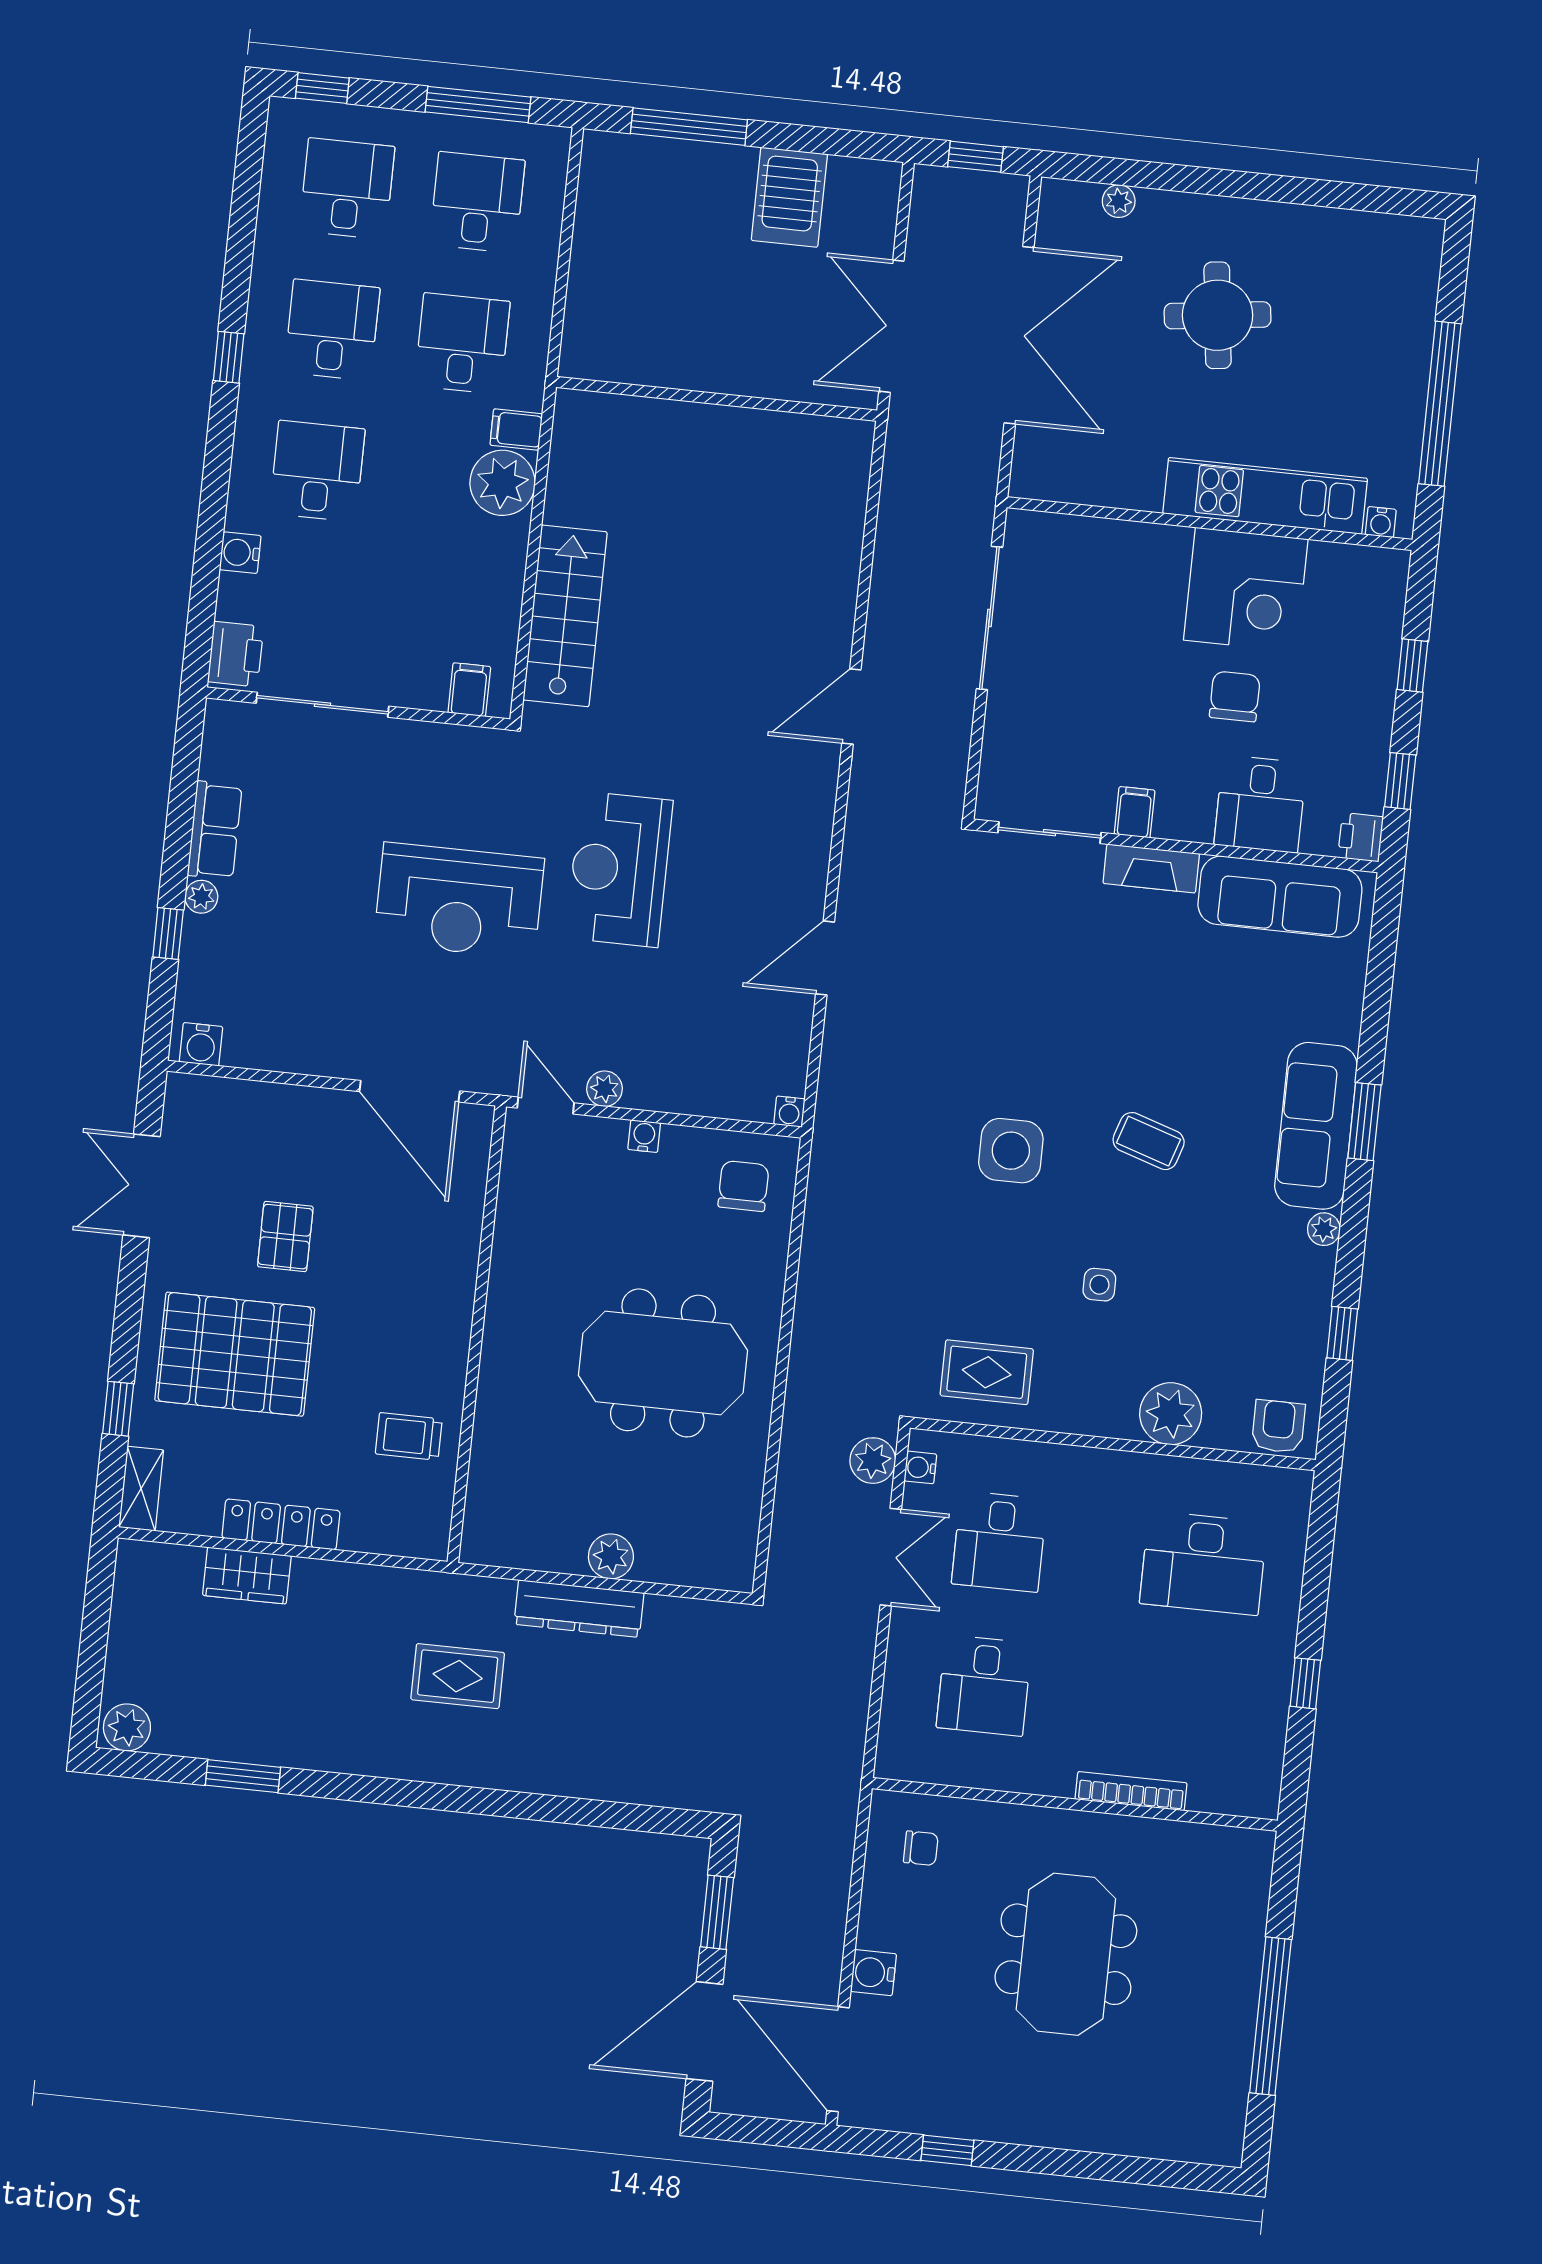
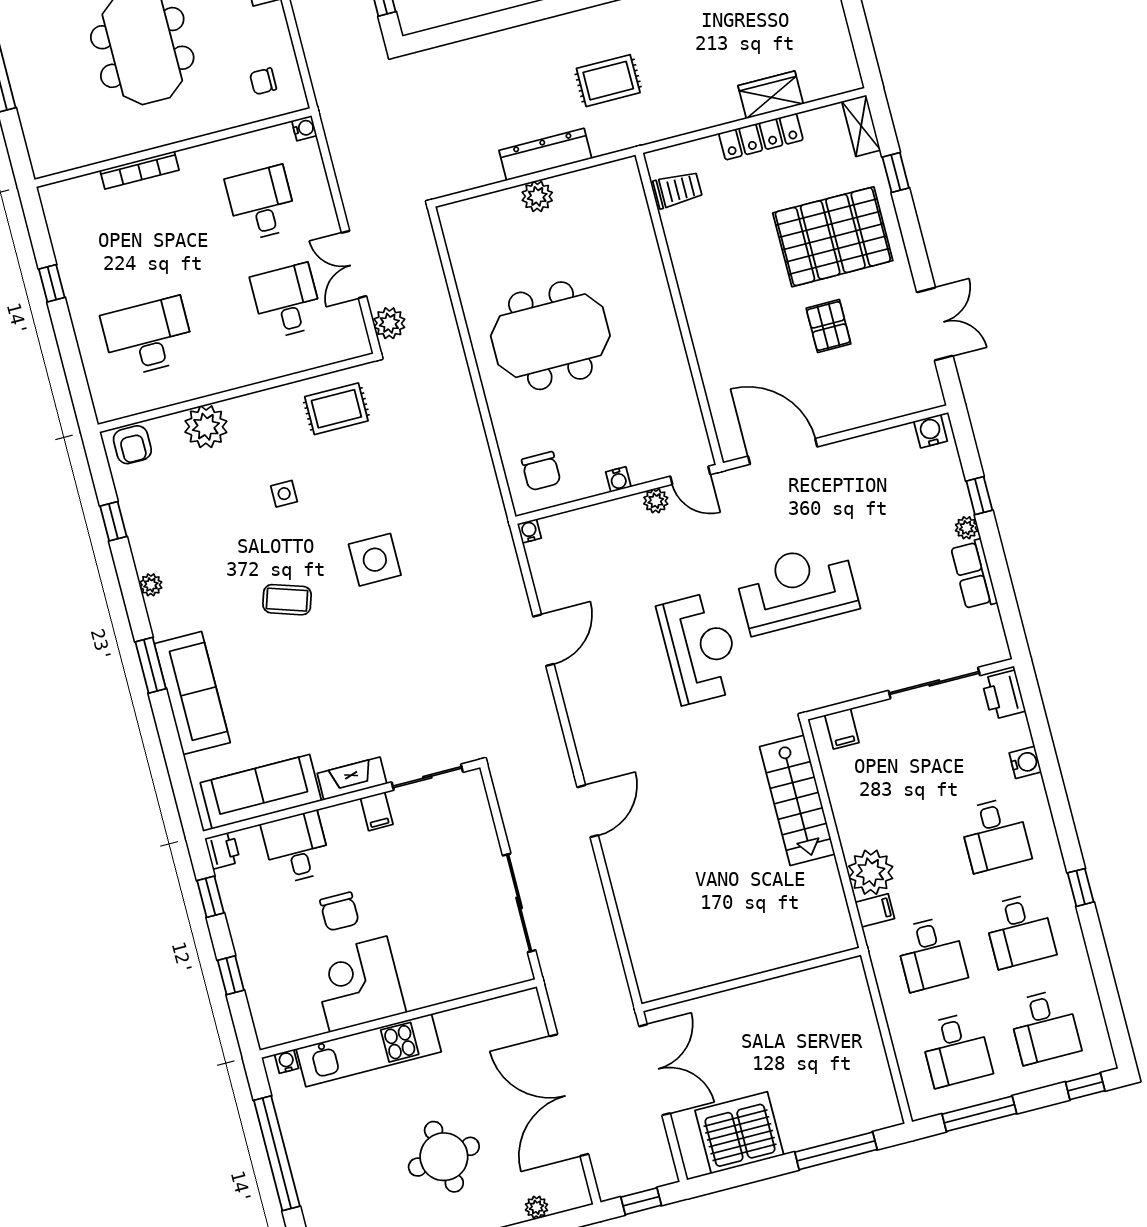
server rack: (789, 197) -> (739, 1133), width x1.60
sofa: (1316, 1126) -> (192, 693), moved
trolley: (409, 1436) -> (678, 190), moved
water cooler: (920, 1467) -> (304, 128), moved

